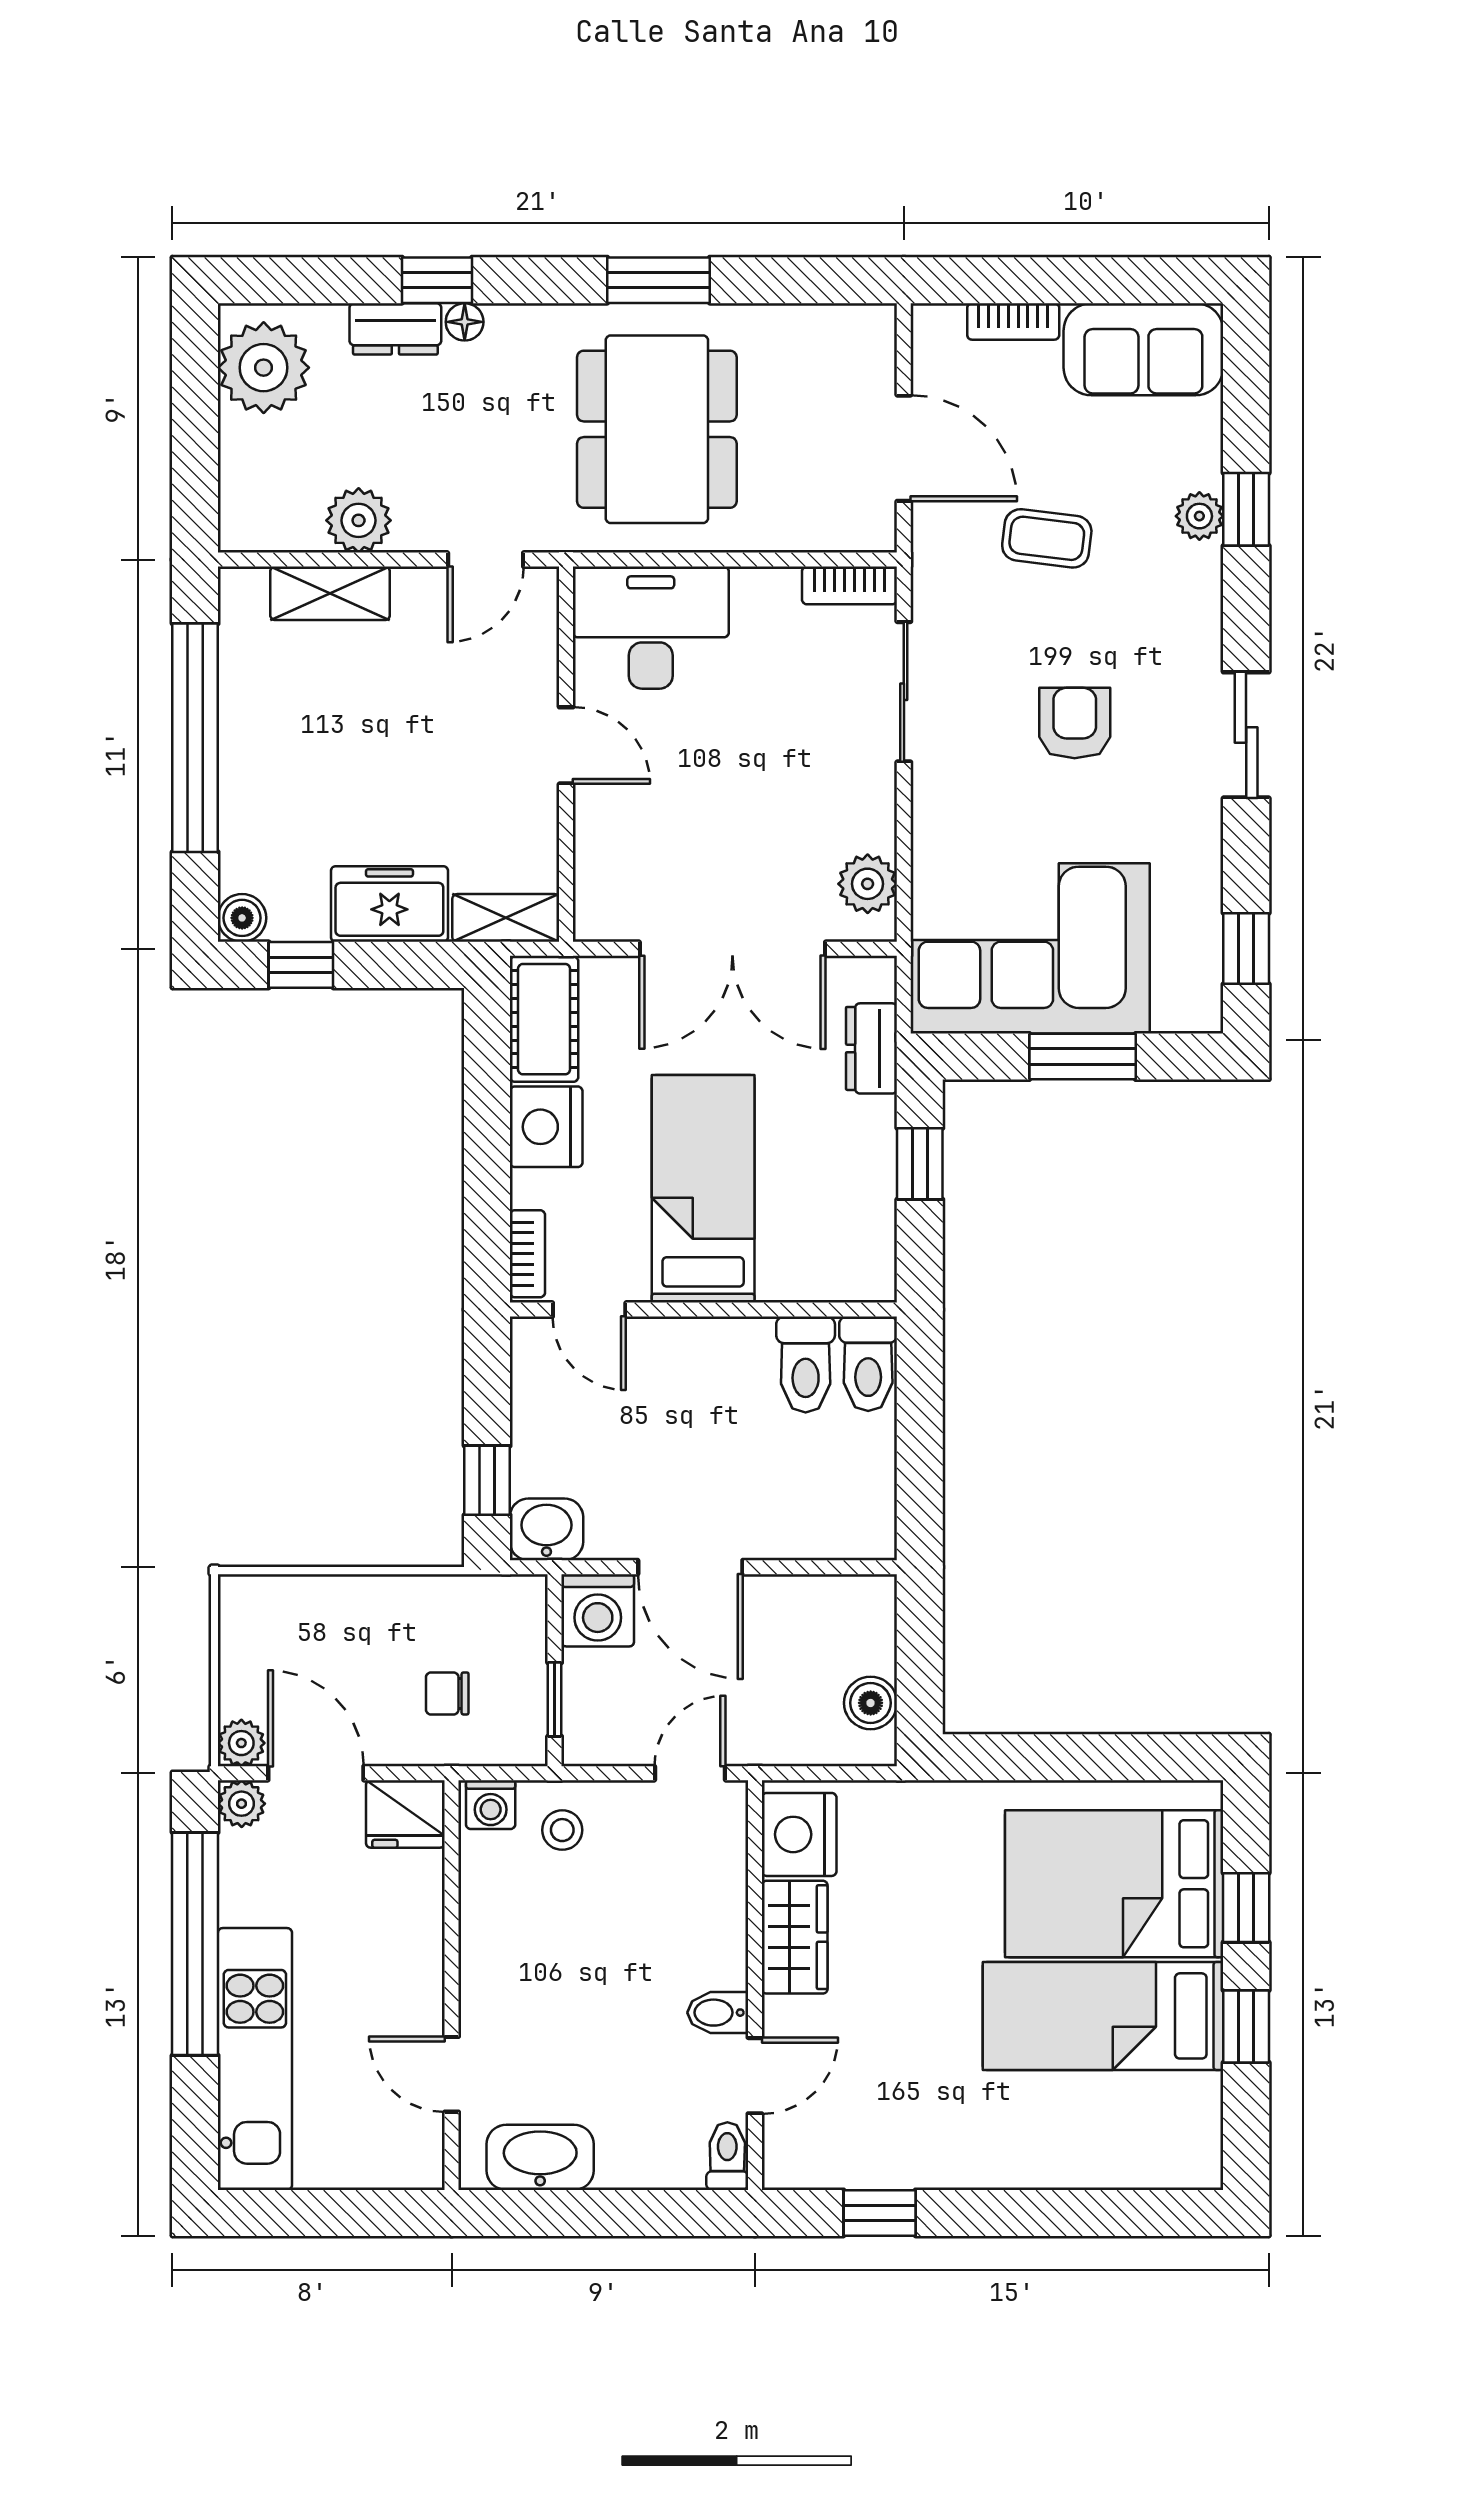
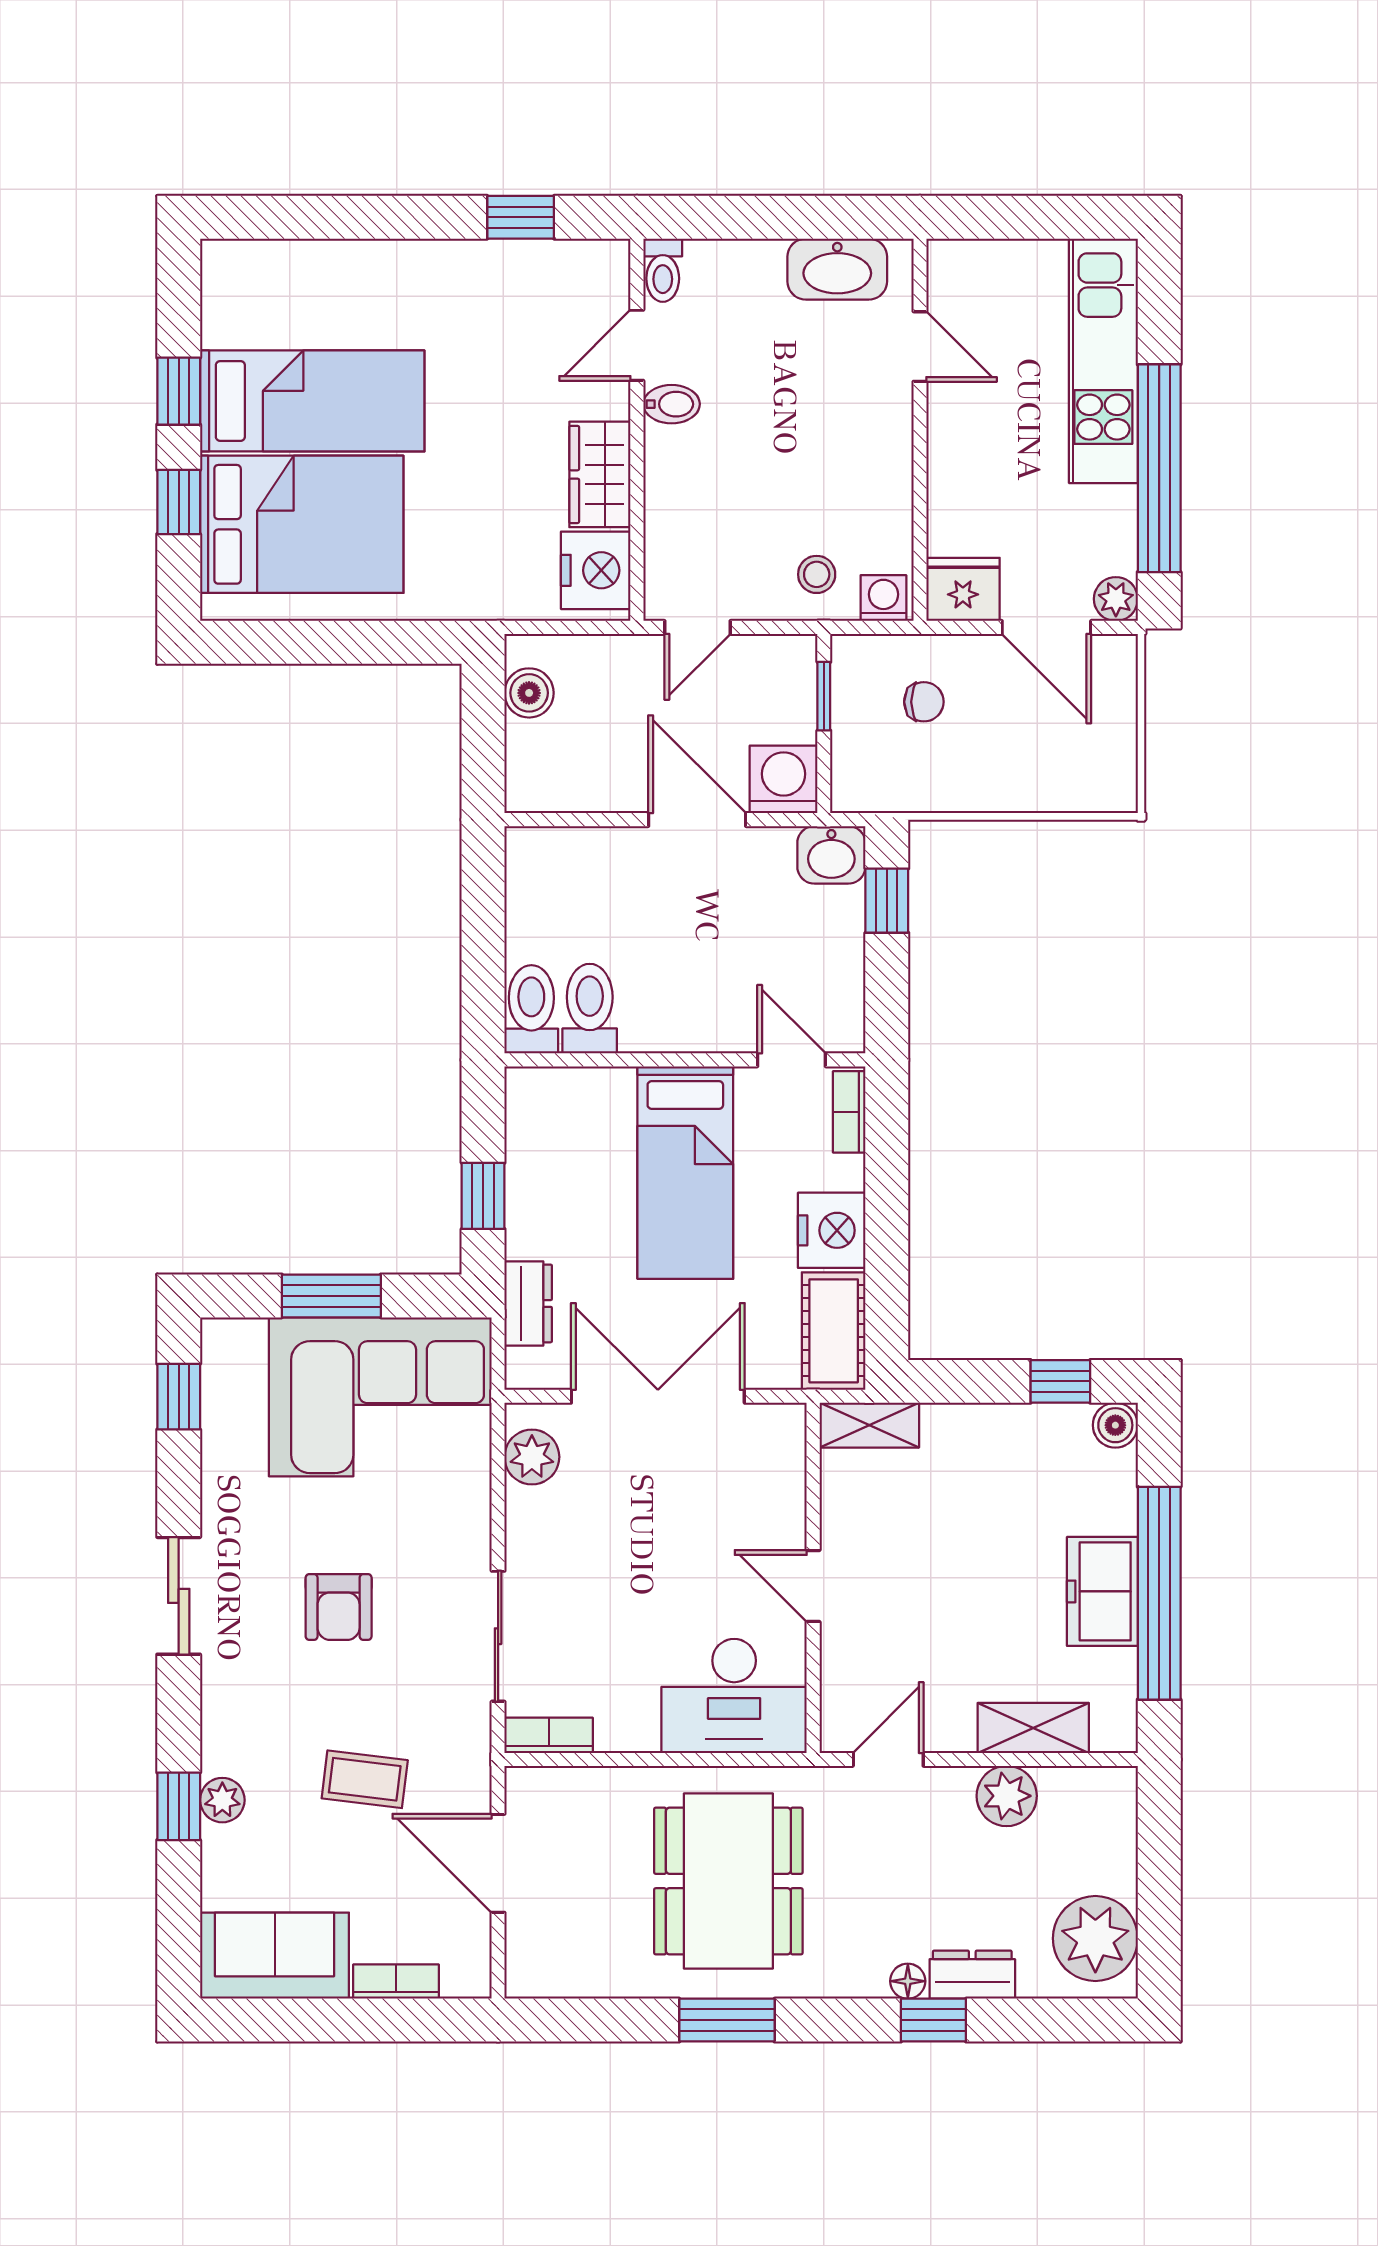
freezer: (389, 904) -> (1102, 1591), moved, turned 90
plant: (241, 1743) -> (1116, 656), removed

